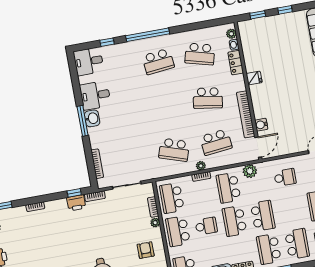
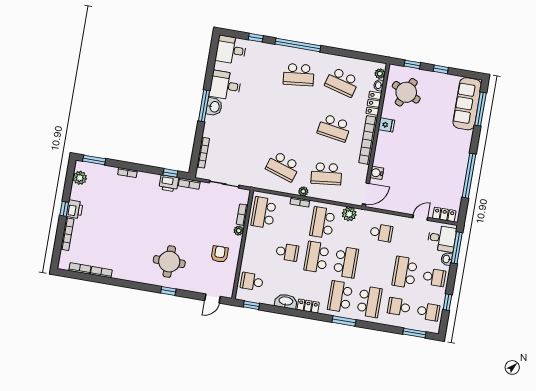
round table: (261, 42) -> (406, 92), added
bookcase: (246, 114) -> (368, 140), moved
school desk: (178, 231) -> (258, 247), removed

